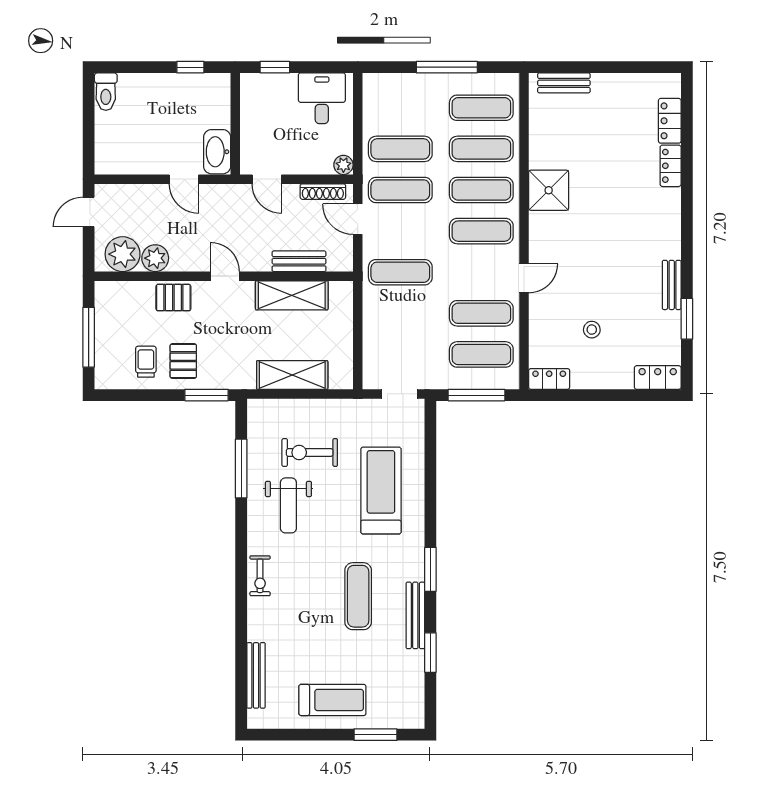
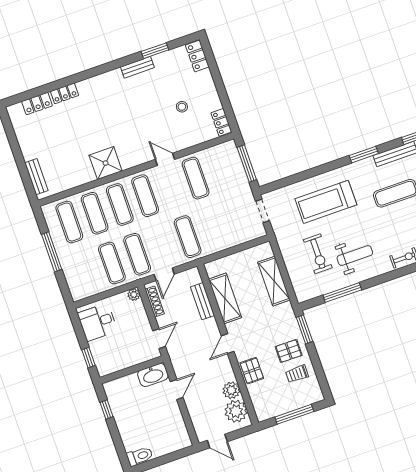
exercise mat: (481, 354) -> (221, 169), removed

